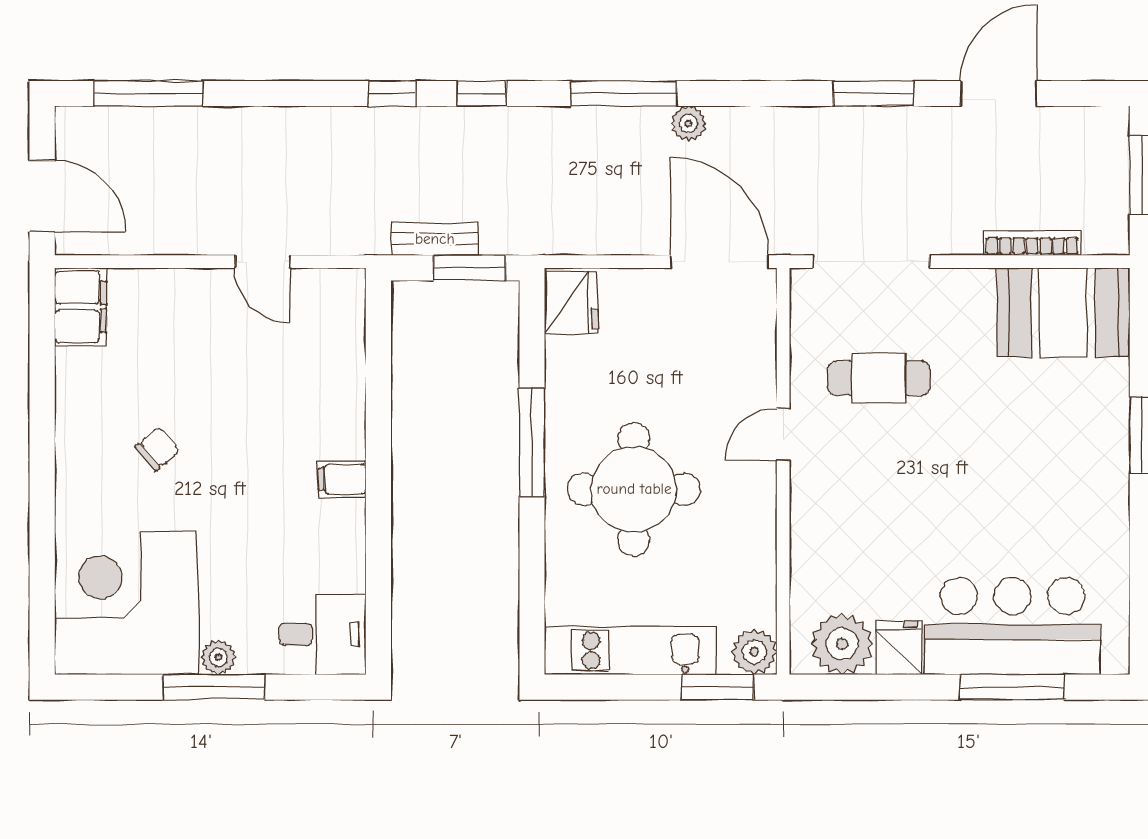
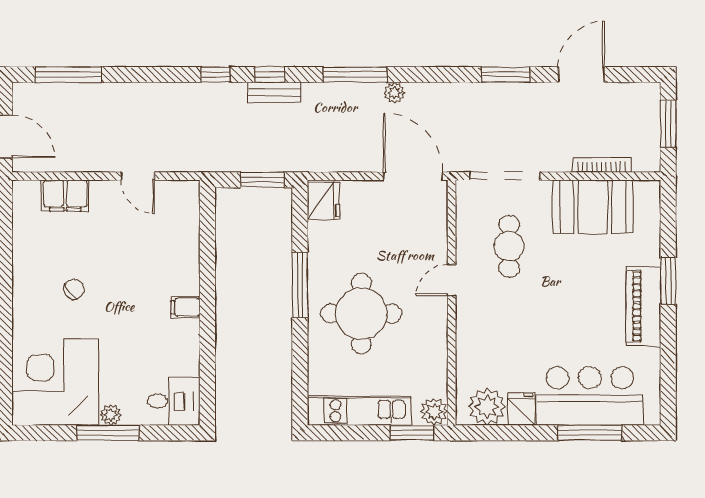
bench: (435, 239) -> (274, 92), moved
filing cabinet: (81, 307) -> (65, 196), moved, turned 90
booth: (1063, 312) -> (593, 207), moved
cafe table: (879, 378) -> (509, 246), turned 90
piano: (1101, 477) -> (643, 306), added

